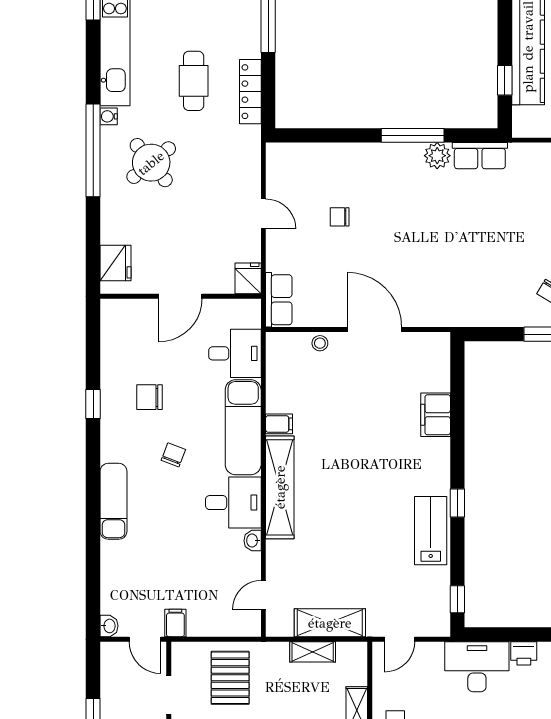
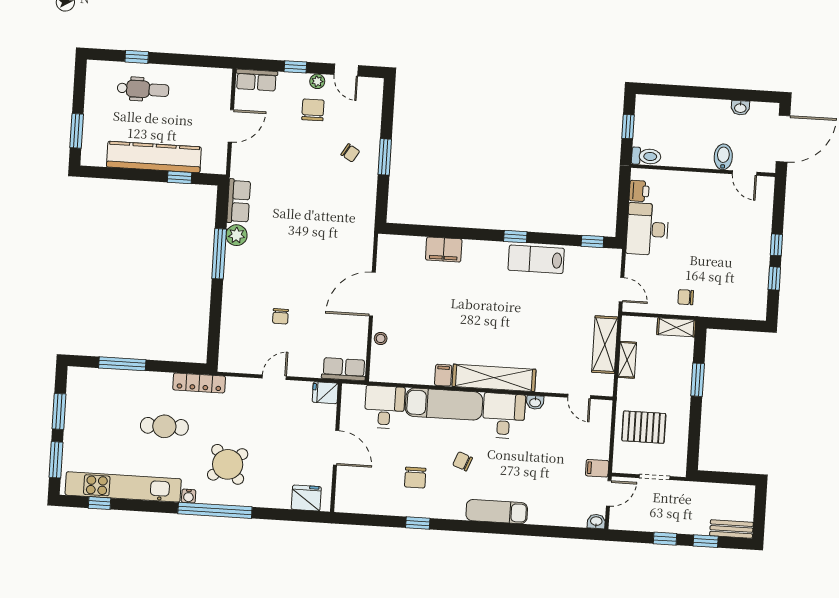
locker: (250, 92) -> (199, 383), moved

